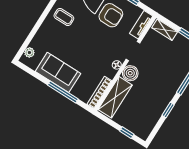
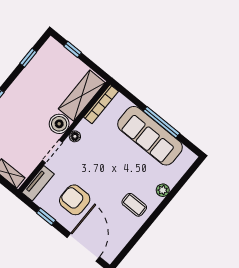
plant: (29, 52) -> (163, 190), moved
sofa: (58, 72) -> (150, 136), width x1.36
window: (63, 92) -> (162, 122), moved
window: (168, 110) -> (28, 58), moved

